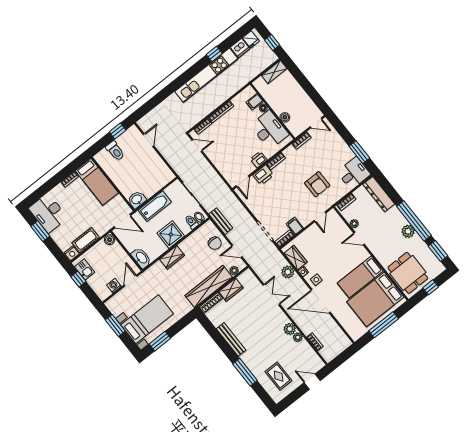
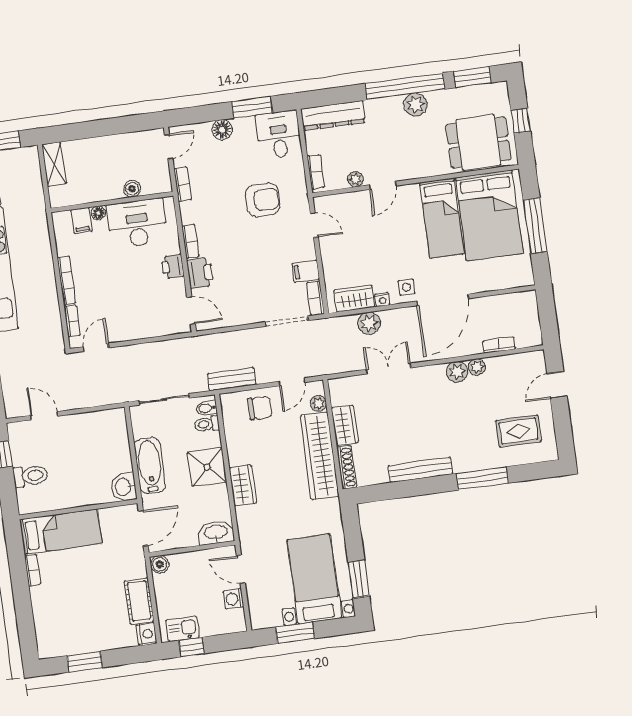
floor lamp: (340, 144) -> (222, 130), added
desk: (48, 213) -> (64, 633), removed

